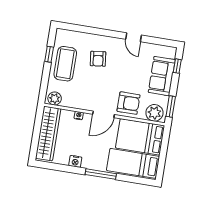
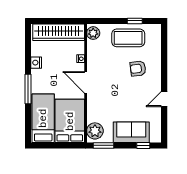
armchair: (129, 103) -> (100, 105), removed

